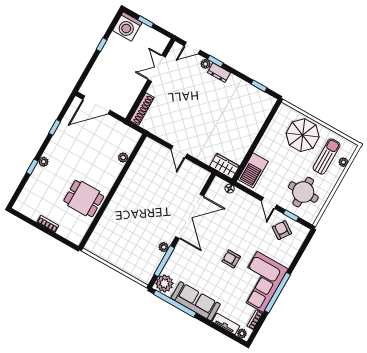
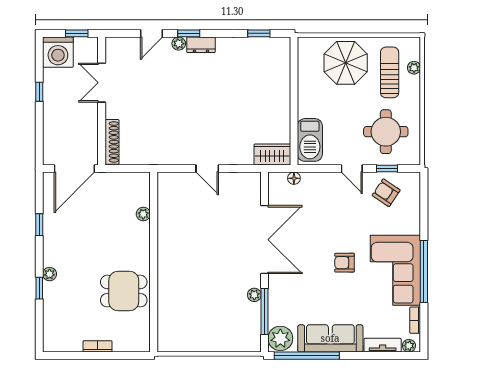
double door: (157, 68) -> (102, 83), moved
wall: (150, 80) -> (102, 101), moved
shoe rack: (142, 109) -> (112, 142), moved

